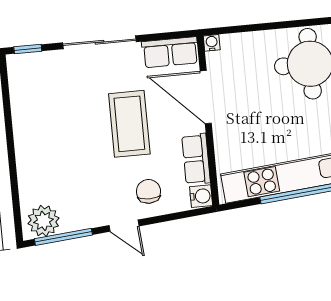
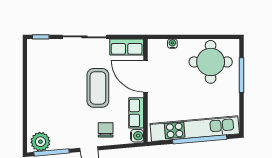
water cooler: (212, 43) -> (172, 44), moved

